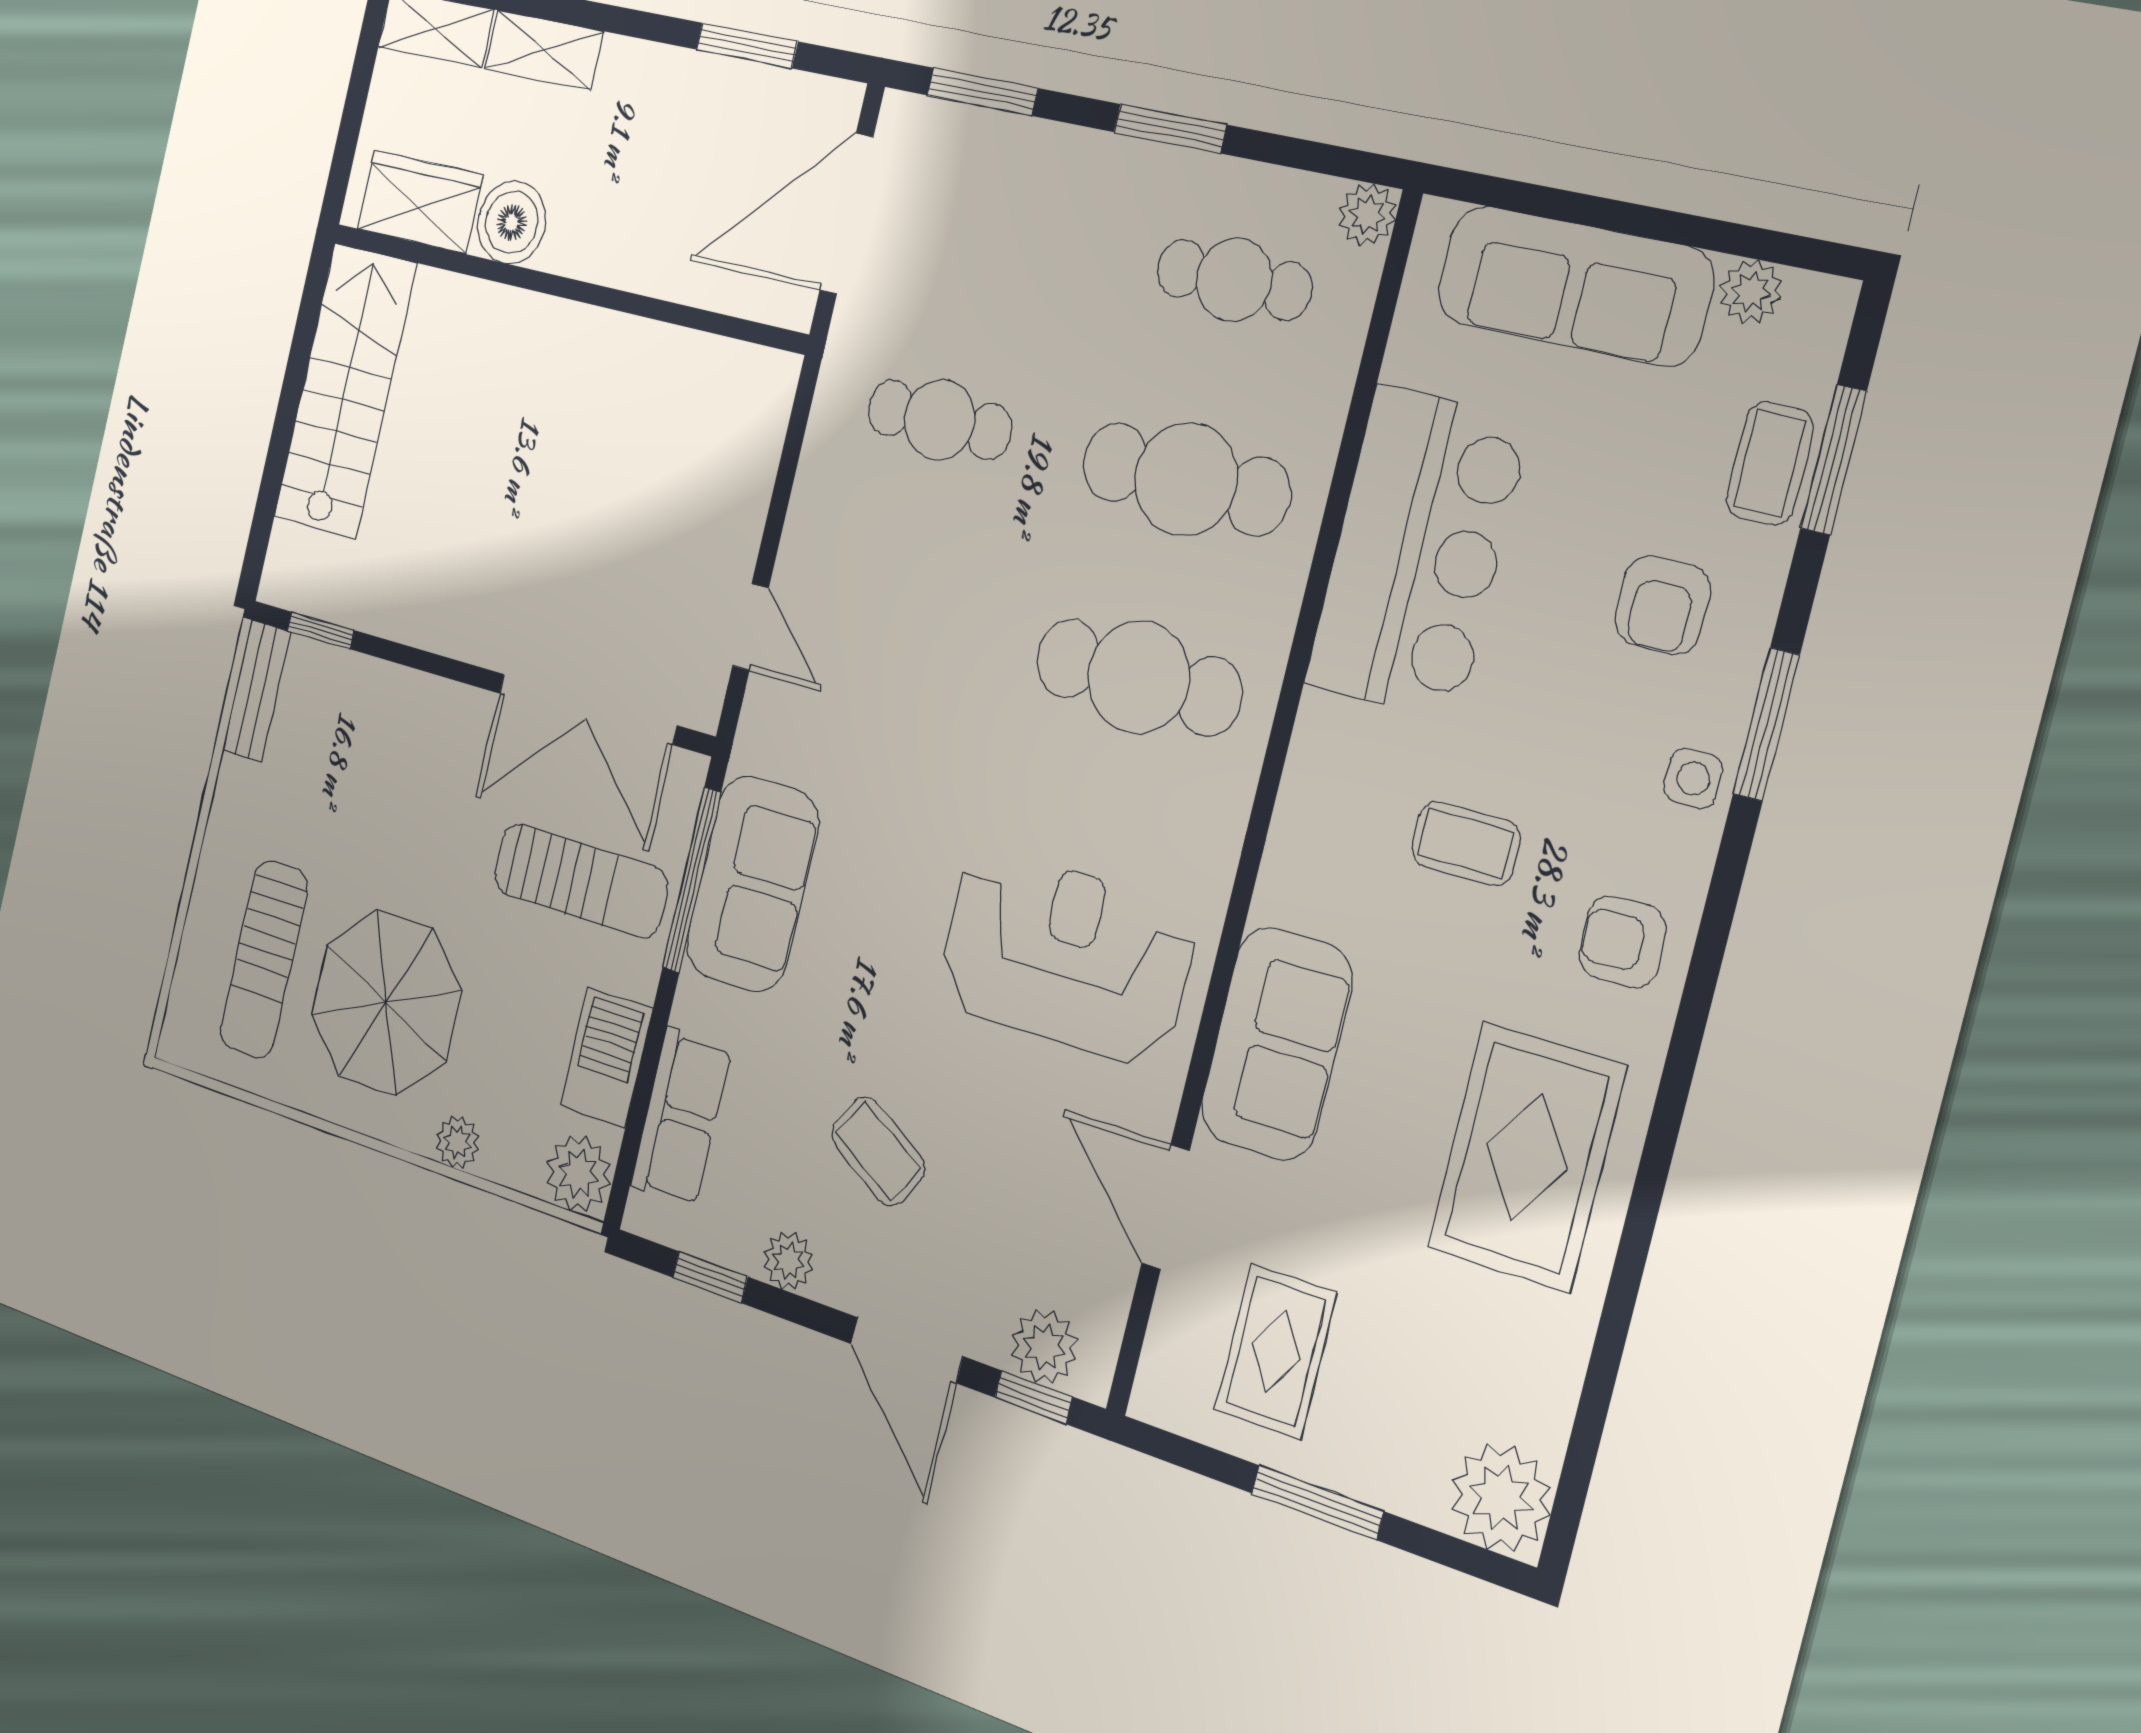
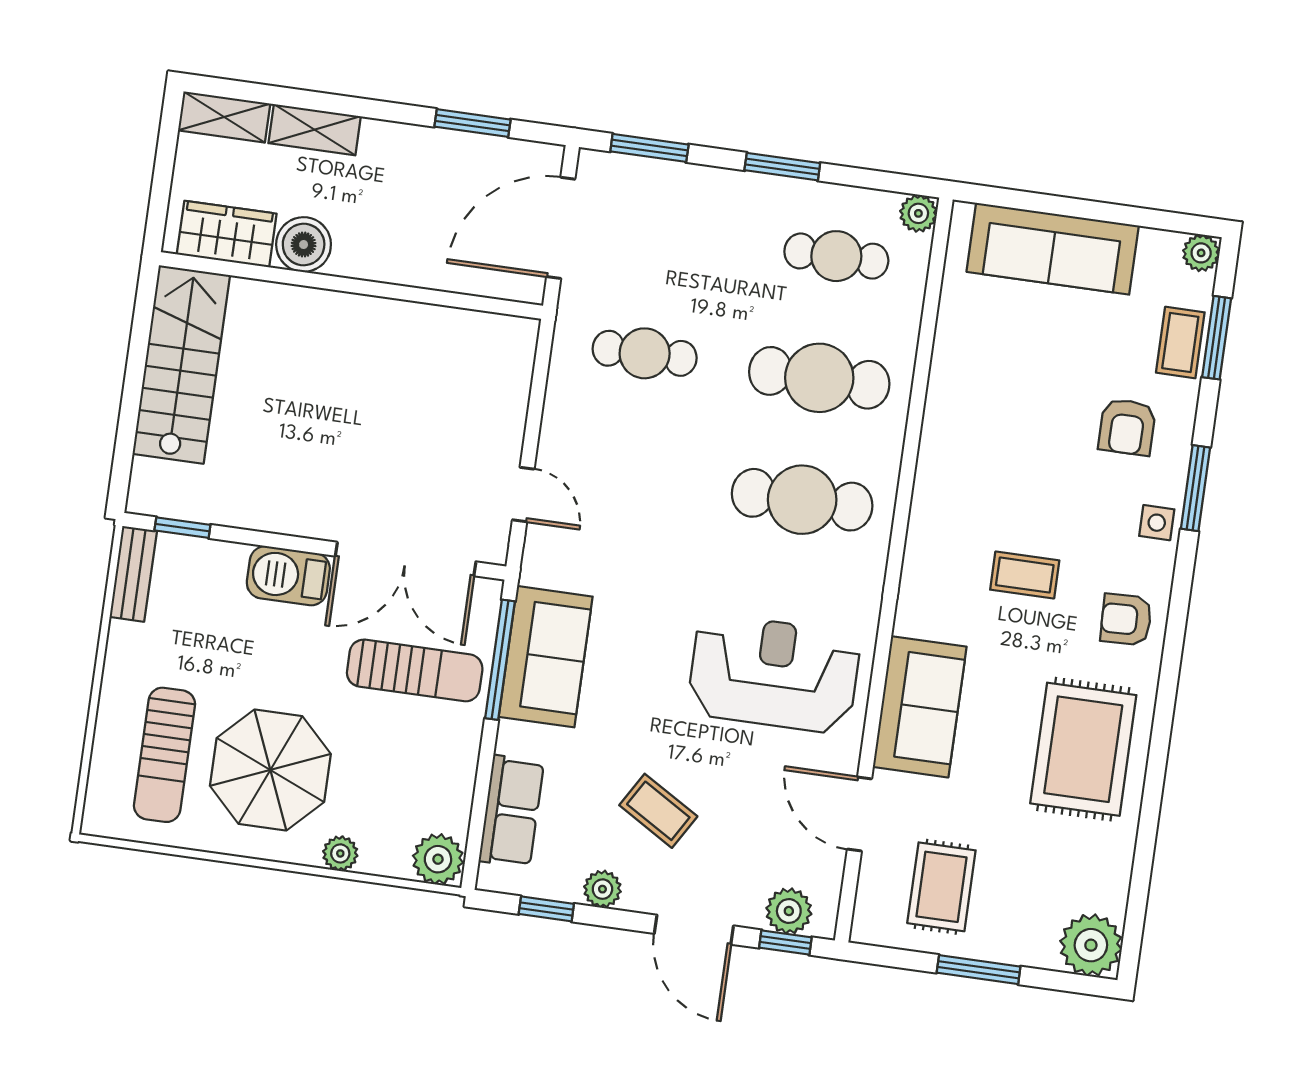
plant: (1751, 292) -> (1201, 253), moved
bar counter: (1417, 553) -> (974, 410), removed
barbecue: (606, 1057) -> (288, 576), moved, turned -90

